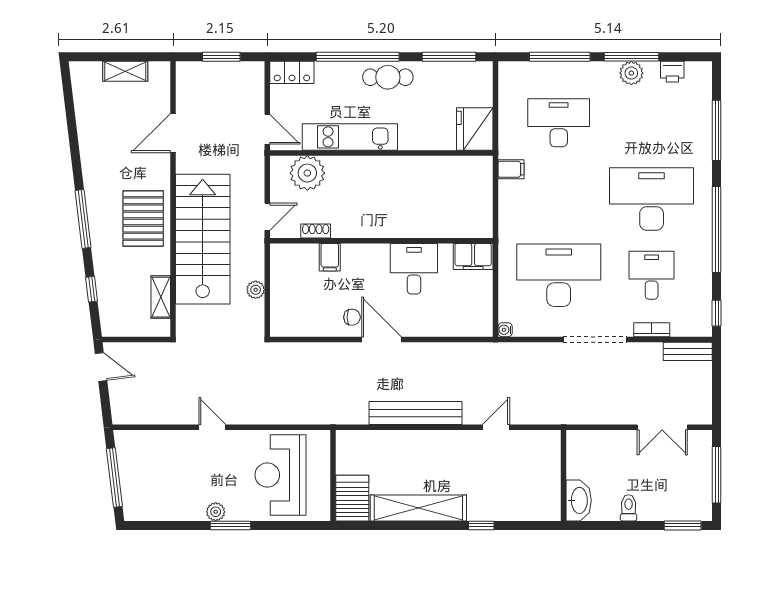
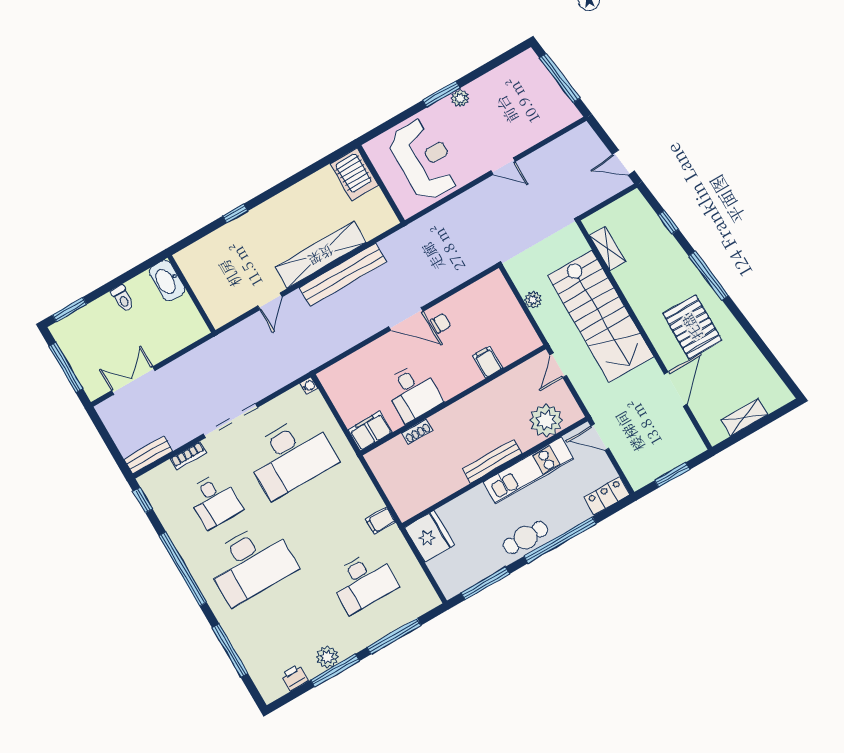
bench: (378, 164) -> (492, 461), added
pallet: (143, 218) -> (692, 327), moved
shoe rack: (316, 231) -> (417, 432), moved
chair: (352, 317) -> (441, 323), turned 180
shelving: (418, 508) -> (321, 255), moved

